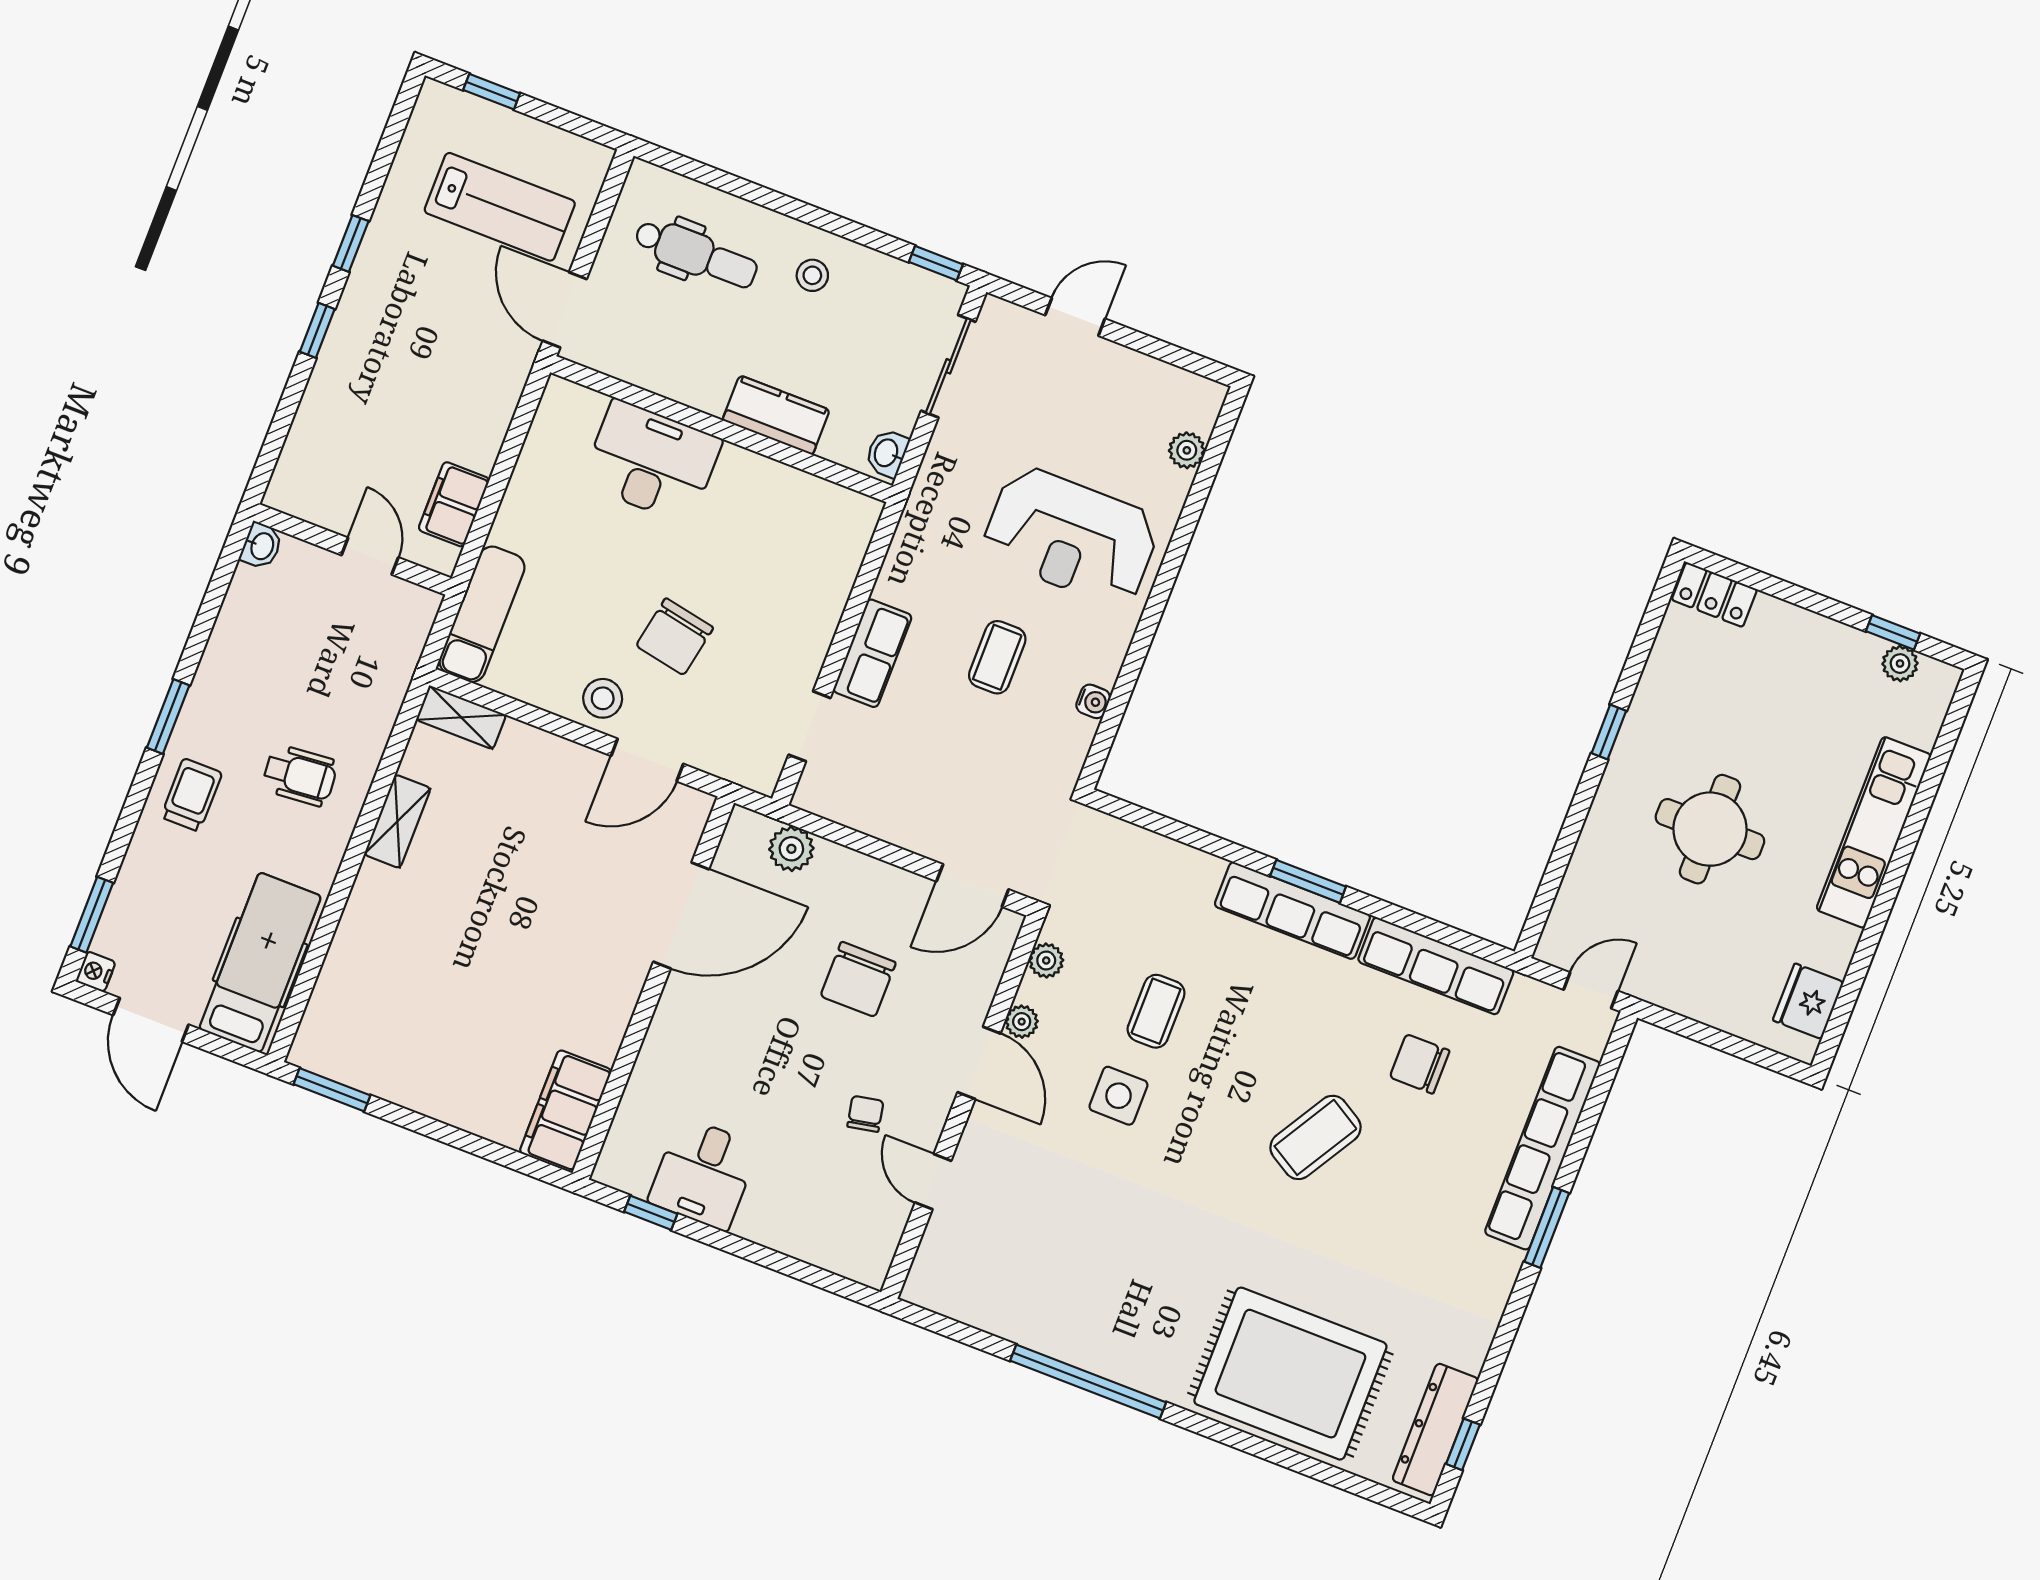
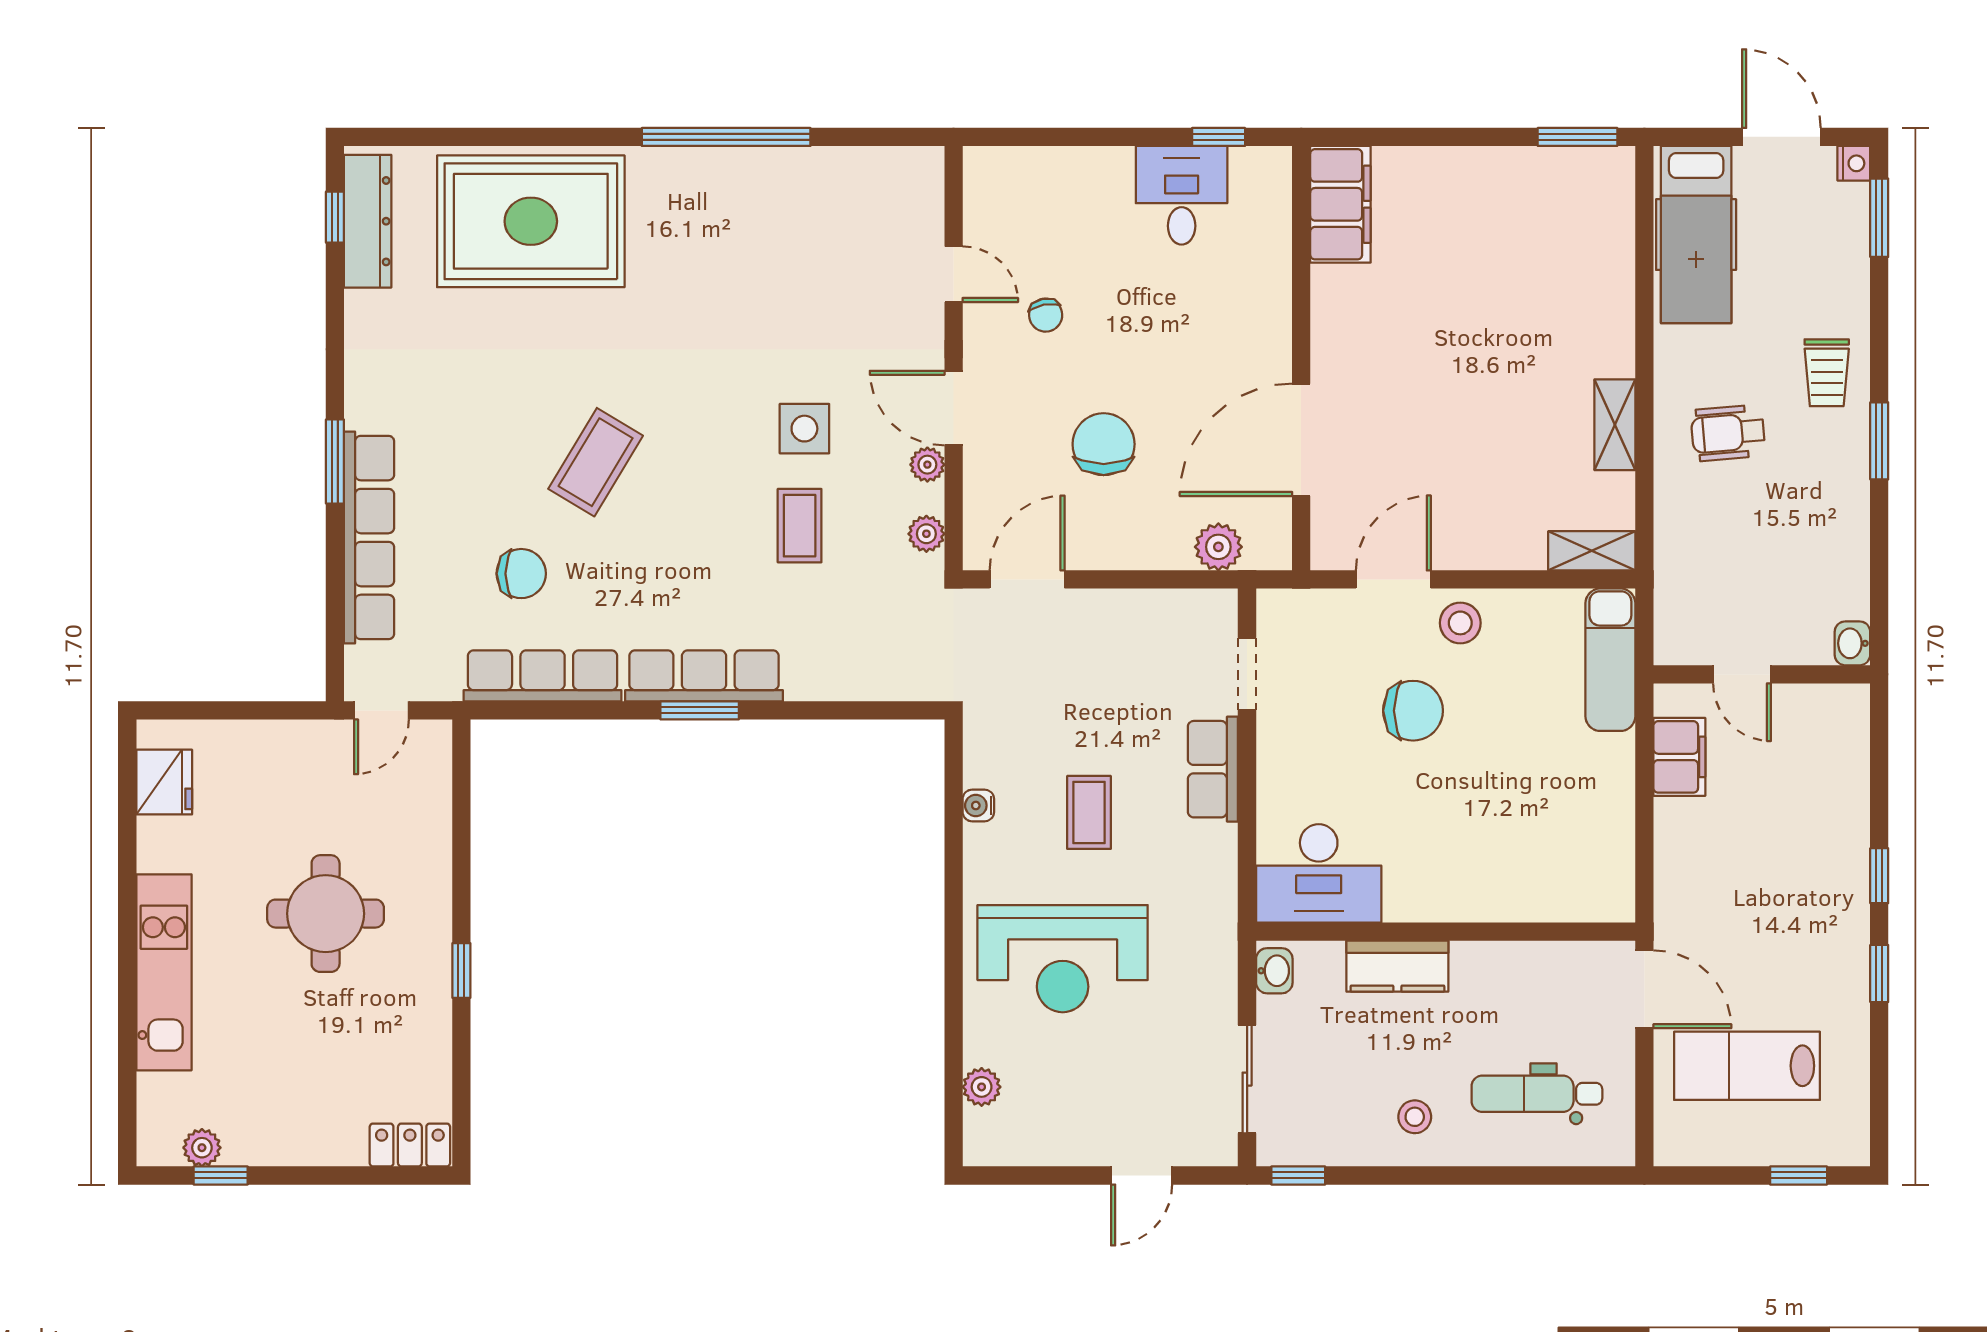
desk: (652, 462) -> (1319, 873), moved
reception desk: (1071, 536) -> (1063, 959), turned 180
chair: (675, 637) -> (1413, 711), turned 79

